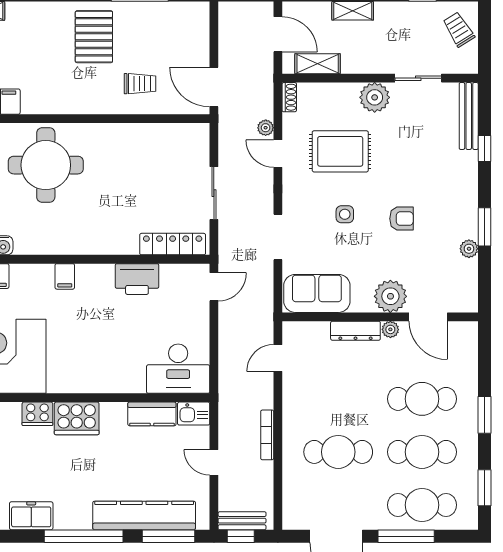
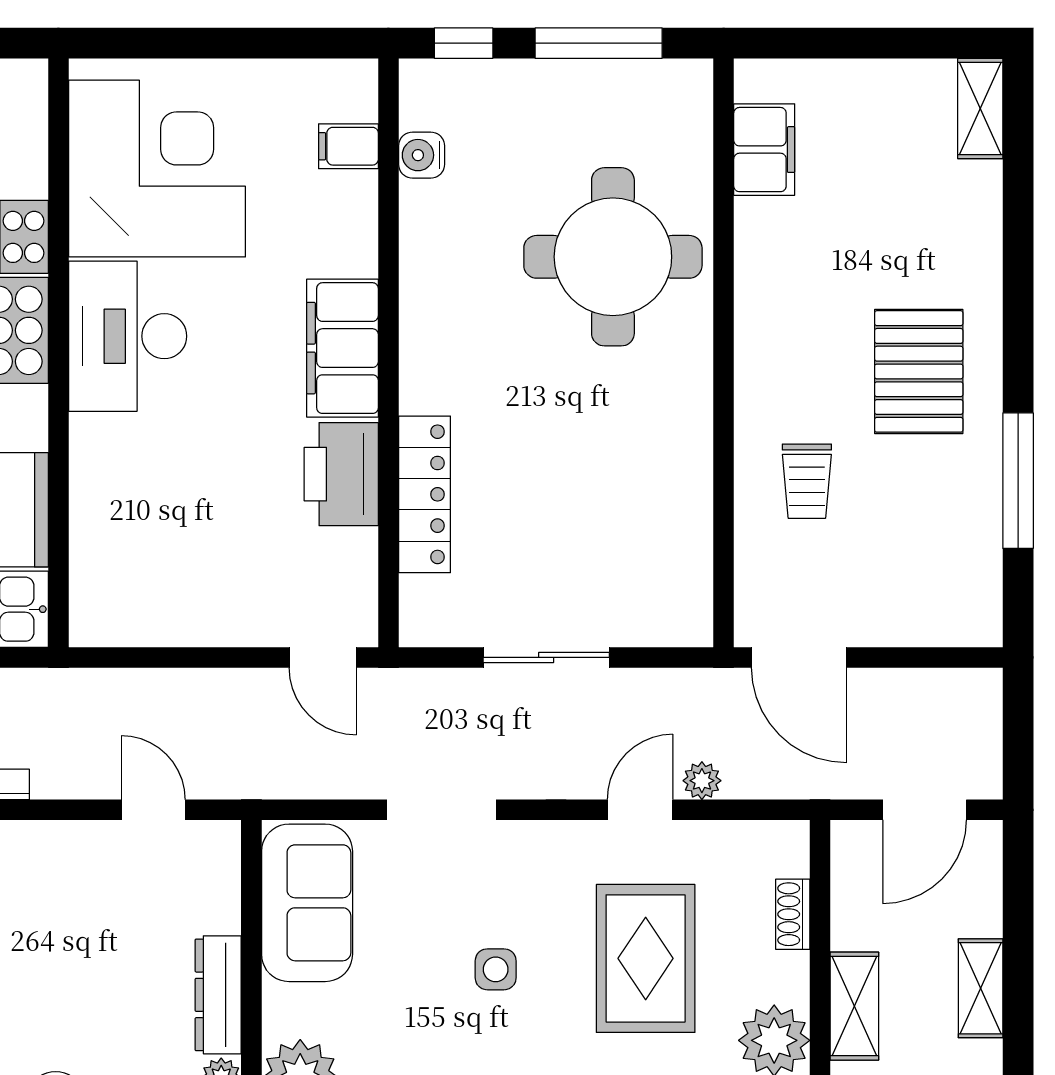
pallet: (94, 37) -> (919, 371), turned 90
shelving: (318, 64) -> (854, 1006), moved
door: (214, 87) -> (799, 657), swing flipped
shoe rack: (289, 97) -> (793, 914), moved, turned 90
locker: (173, 244) -> (425, 494), moved
filing cabinet: (65, 276) -> (342, 348), width x3.00, depth x1.17
desk: (178, 369) -> (128, 336), moved

